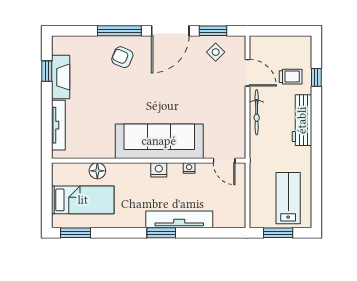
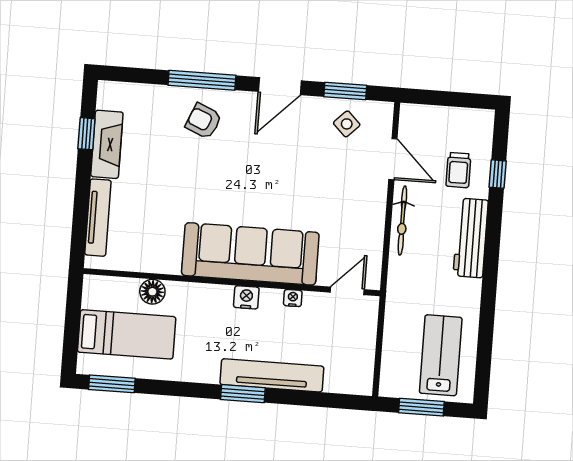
door: (170, 31) -> (280, 86), width x0.73
trolley: (291, 77) -> (458, 170), turned 90
door: (224, 161) -> (347, 291), swing flipped

